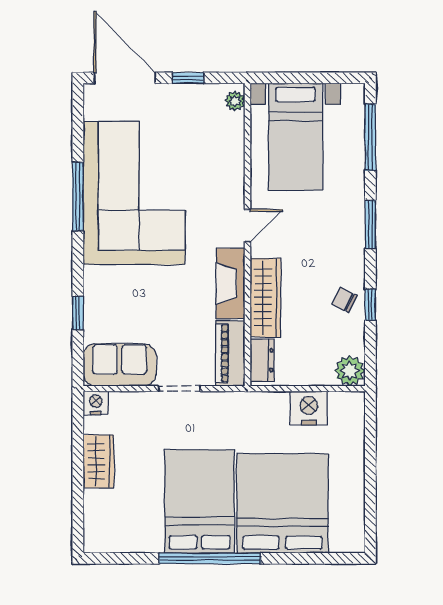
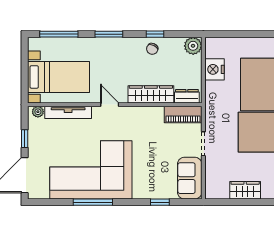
tv unit: (234, 153) -> (68, 112), added
fireplace: (230, 284) -> (143, 114), removed
nightstand: (96, 403) -> (212, 192), removed

